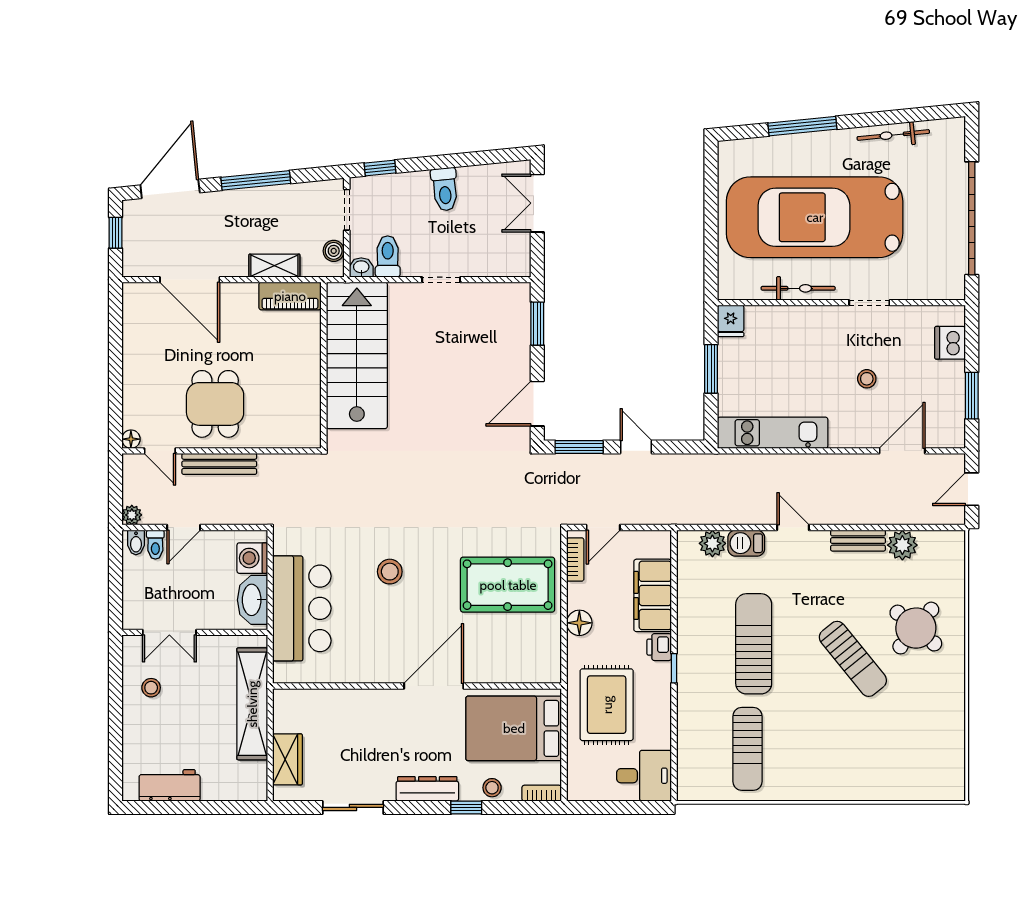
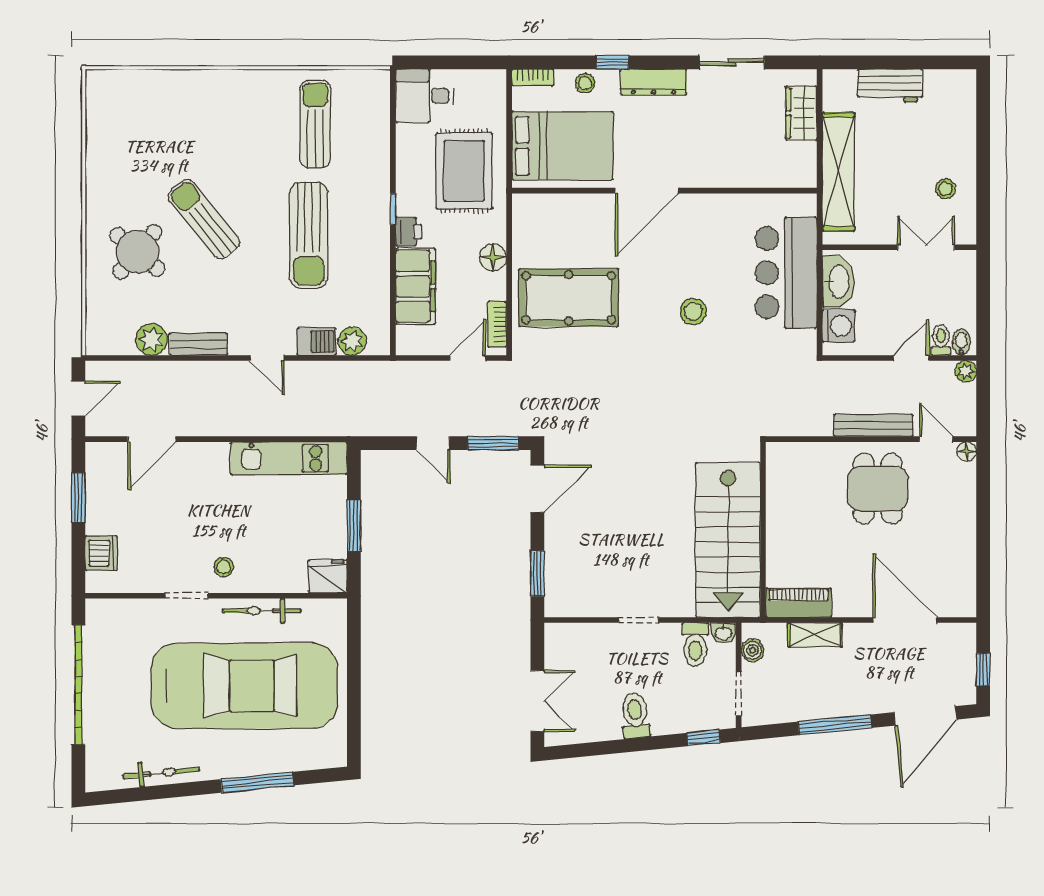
fridge: (731, 321) -> (328, 576), width x1.38
stool: (867, 379) -> (224, 567), moved
workbench: (170, 785) -> (890, 86), moved

